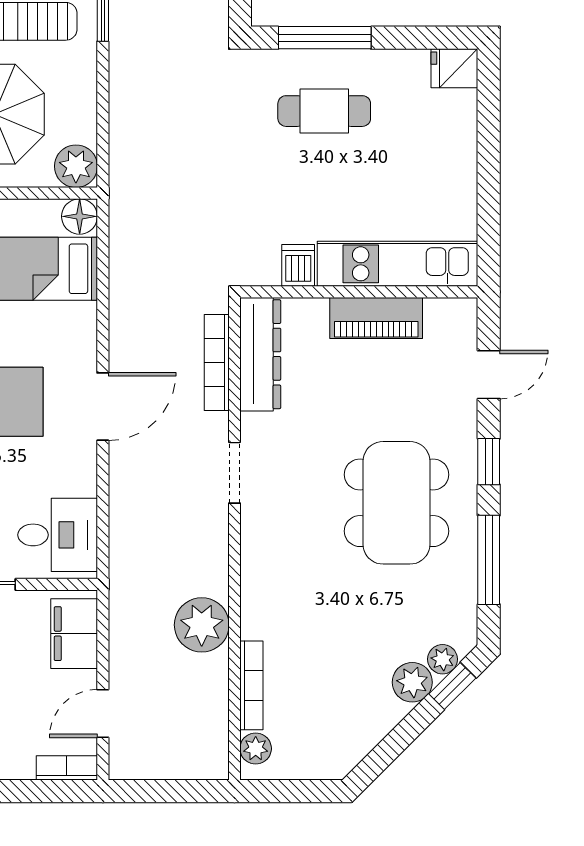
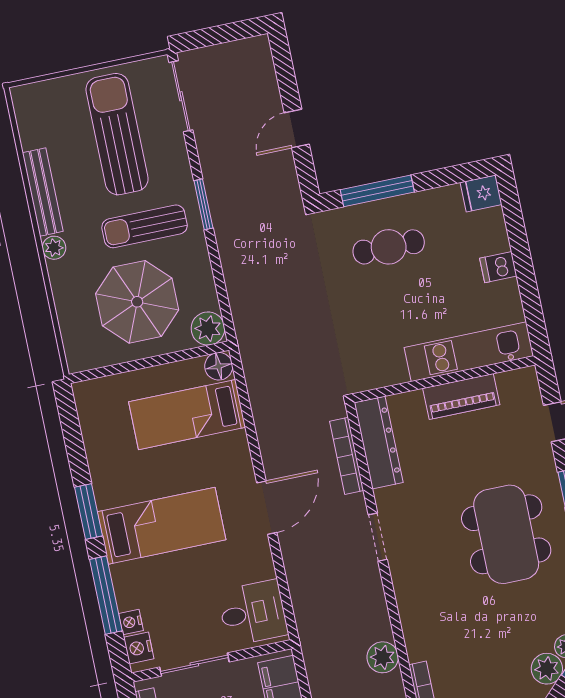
dishwasher: (298, 265) -> (498, 267), moved, turned -90
plant: (202, 625) -> (383, 657), width x0.73, depth x0.73

